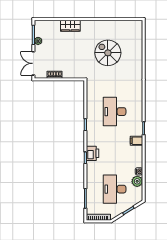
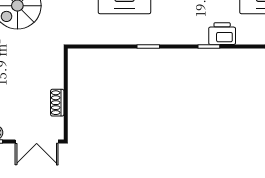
printer: (92, 153) -> (222, 34), moved

